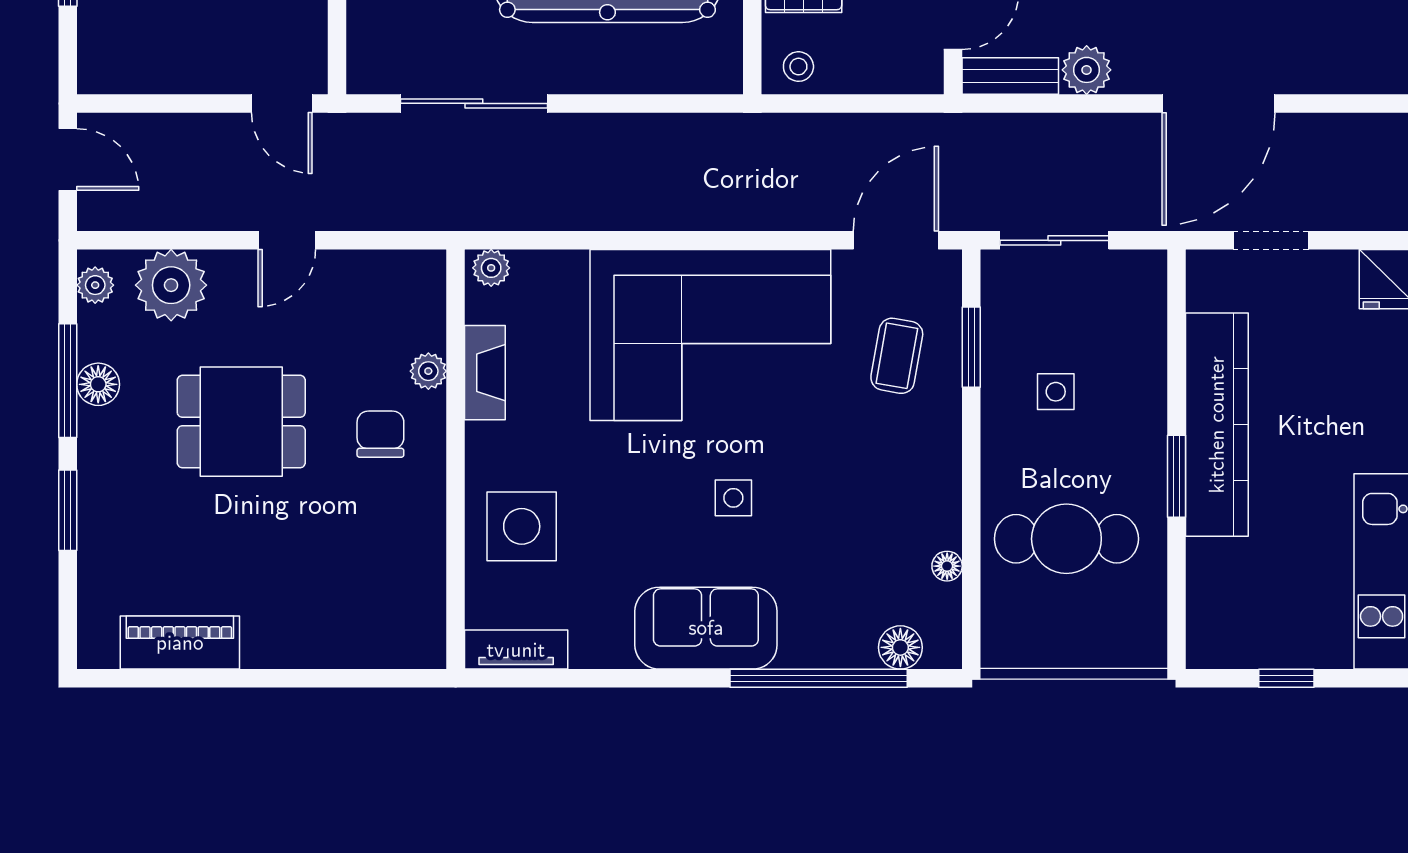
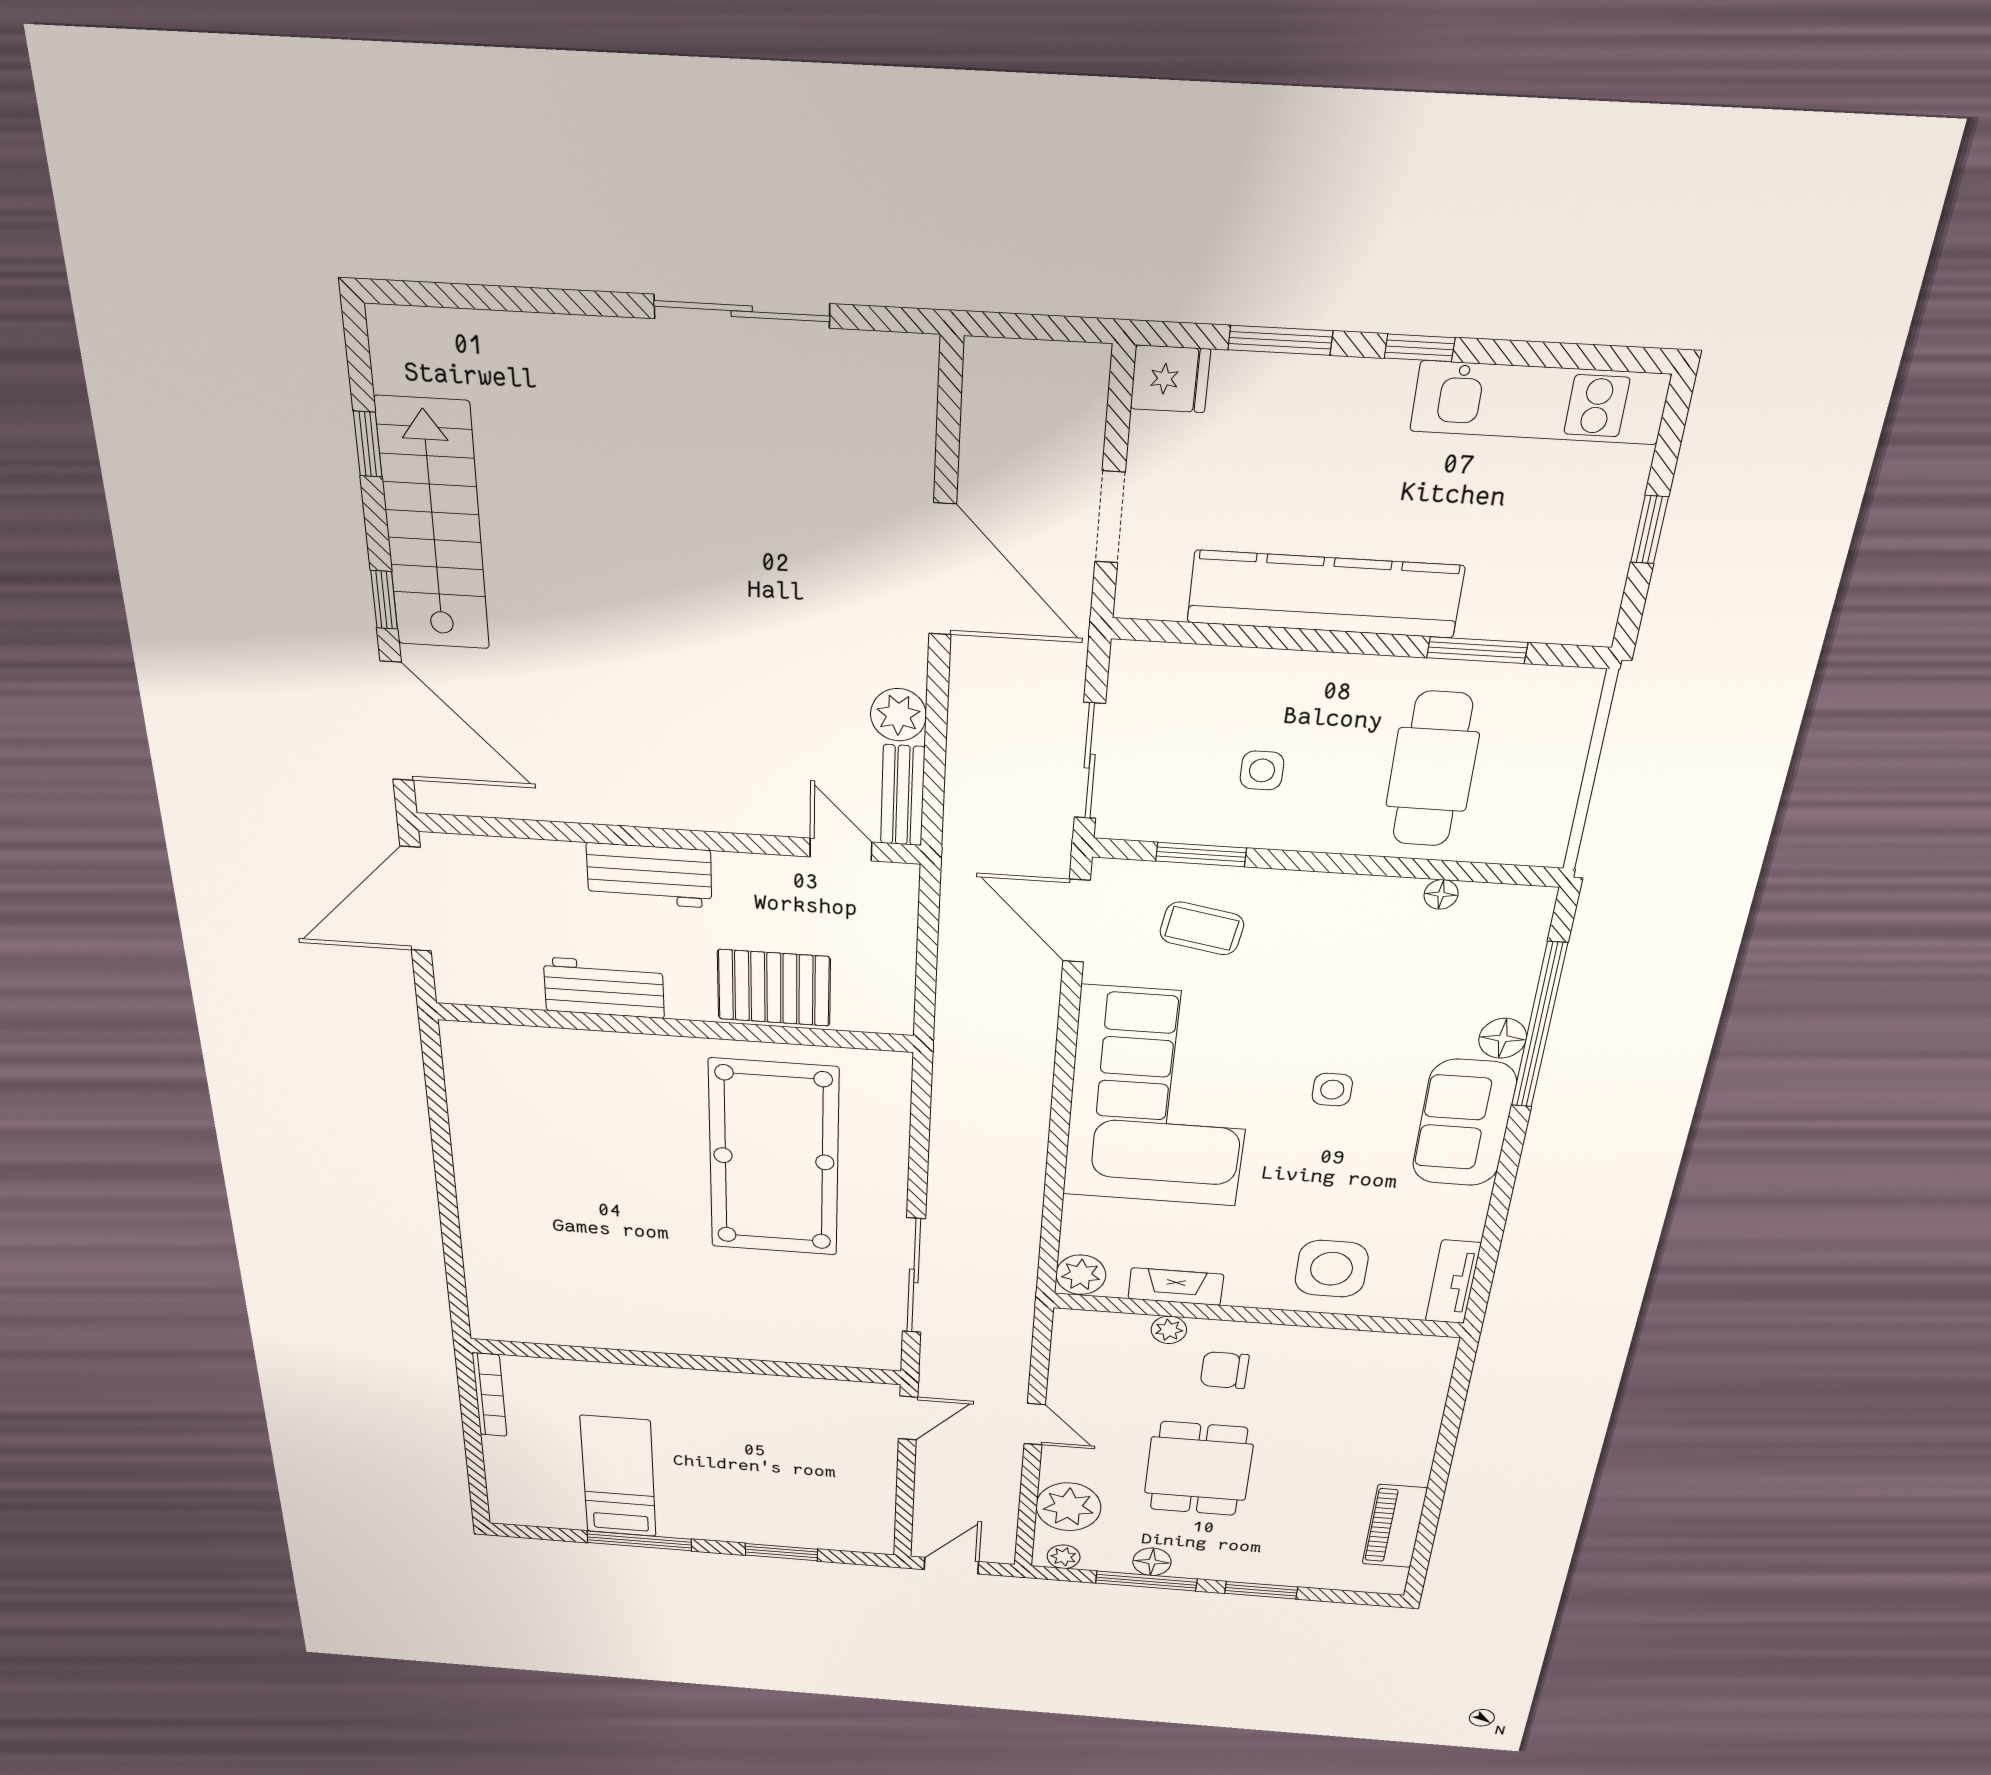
stool: (798, 67) -> (886, 1000), removed
plant: (491, 268) -> (1081, 1275), width x1.38, depth x1.38
window: (1176, 476) -> (1477, 650), moved
floor lamp: (900, 647) -> (1503, 1038), moved

